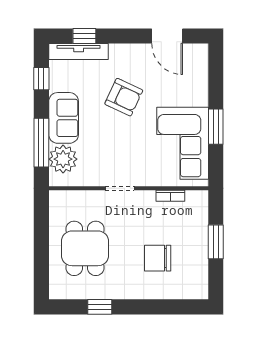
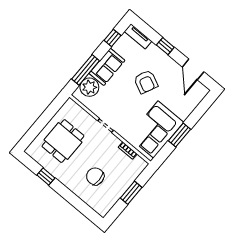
window: (84, 36) -> (165, 46), moved
tv unit: (79, 52) -> (138, 36), width x0.71

